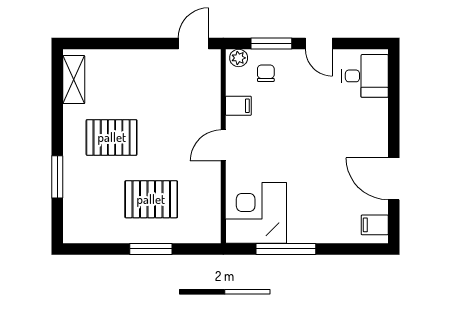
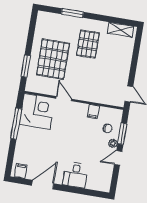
plant: (239, 58) -> (113, 143), moved
desk: (365, 76) -> (75, 175), moved
door: (223, 145) -> (64, 99), moved
pallet: (151, 199) -> (53, 59), width x1.37, depth x1.41
window: (151, 249) -> (26, 66), moved

